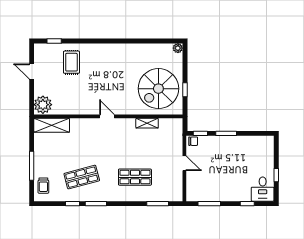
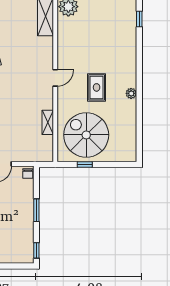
plant: (178, 48) -> (131, 93), moved
rug: (71, 62) -> (97, 87), moved, turned 90
window: (200, 133) -> (36, 250), moved

